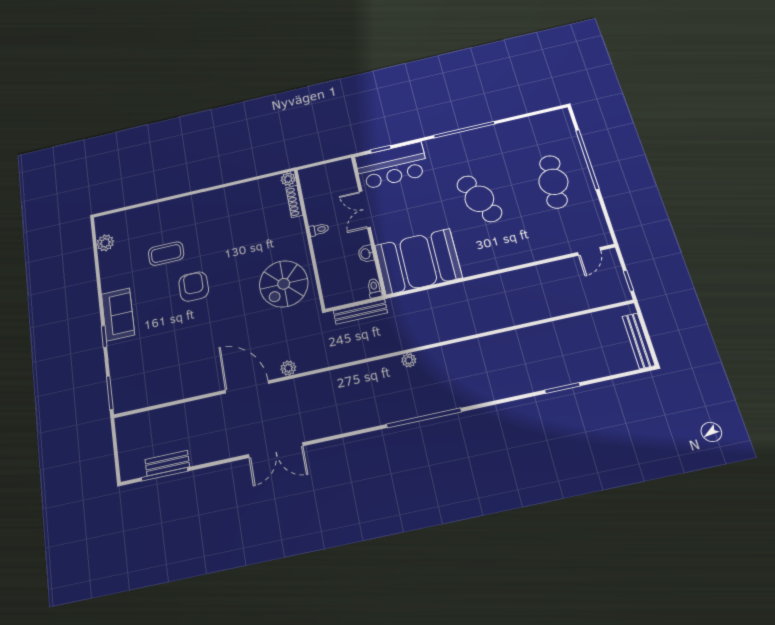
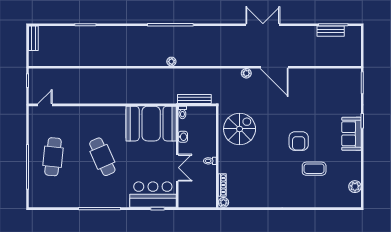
bench: (638, 341) -> (33, 38), width x0.73

